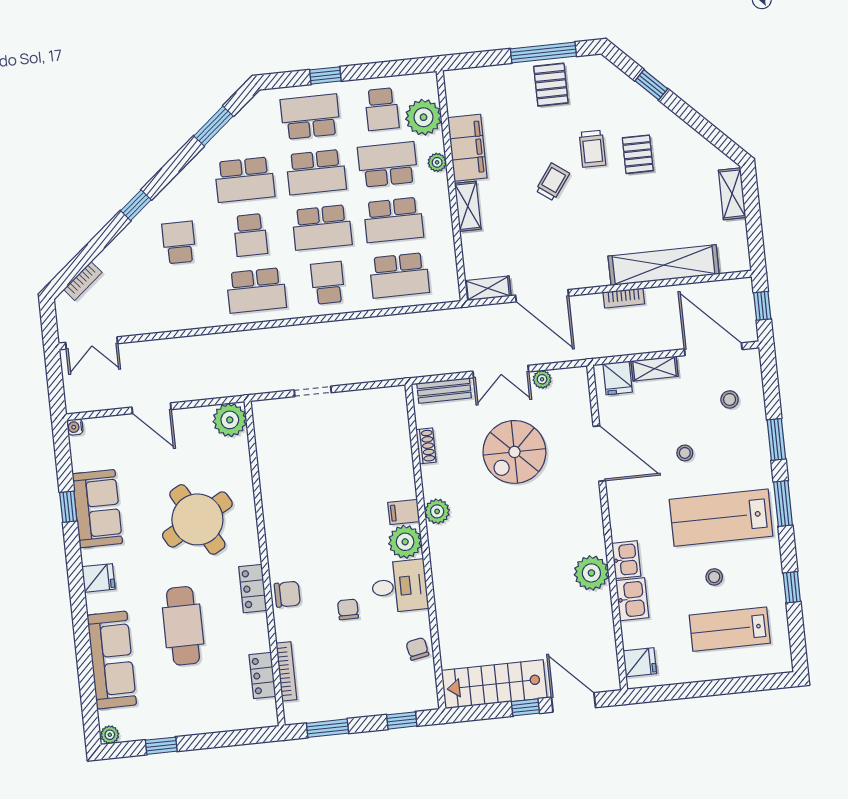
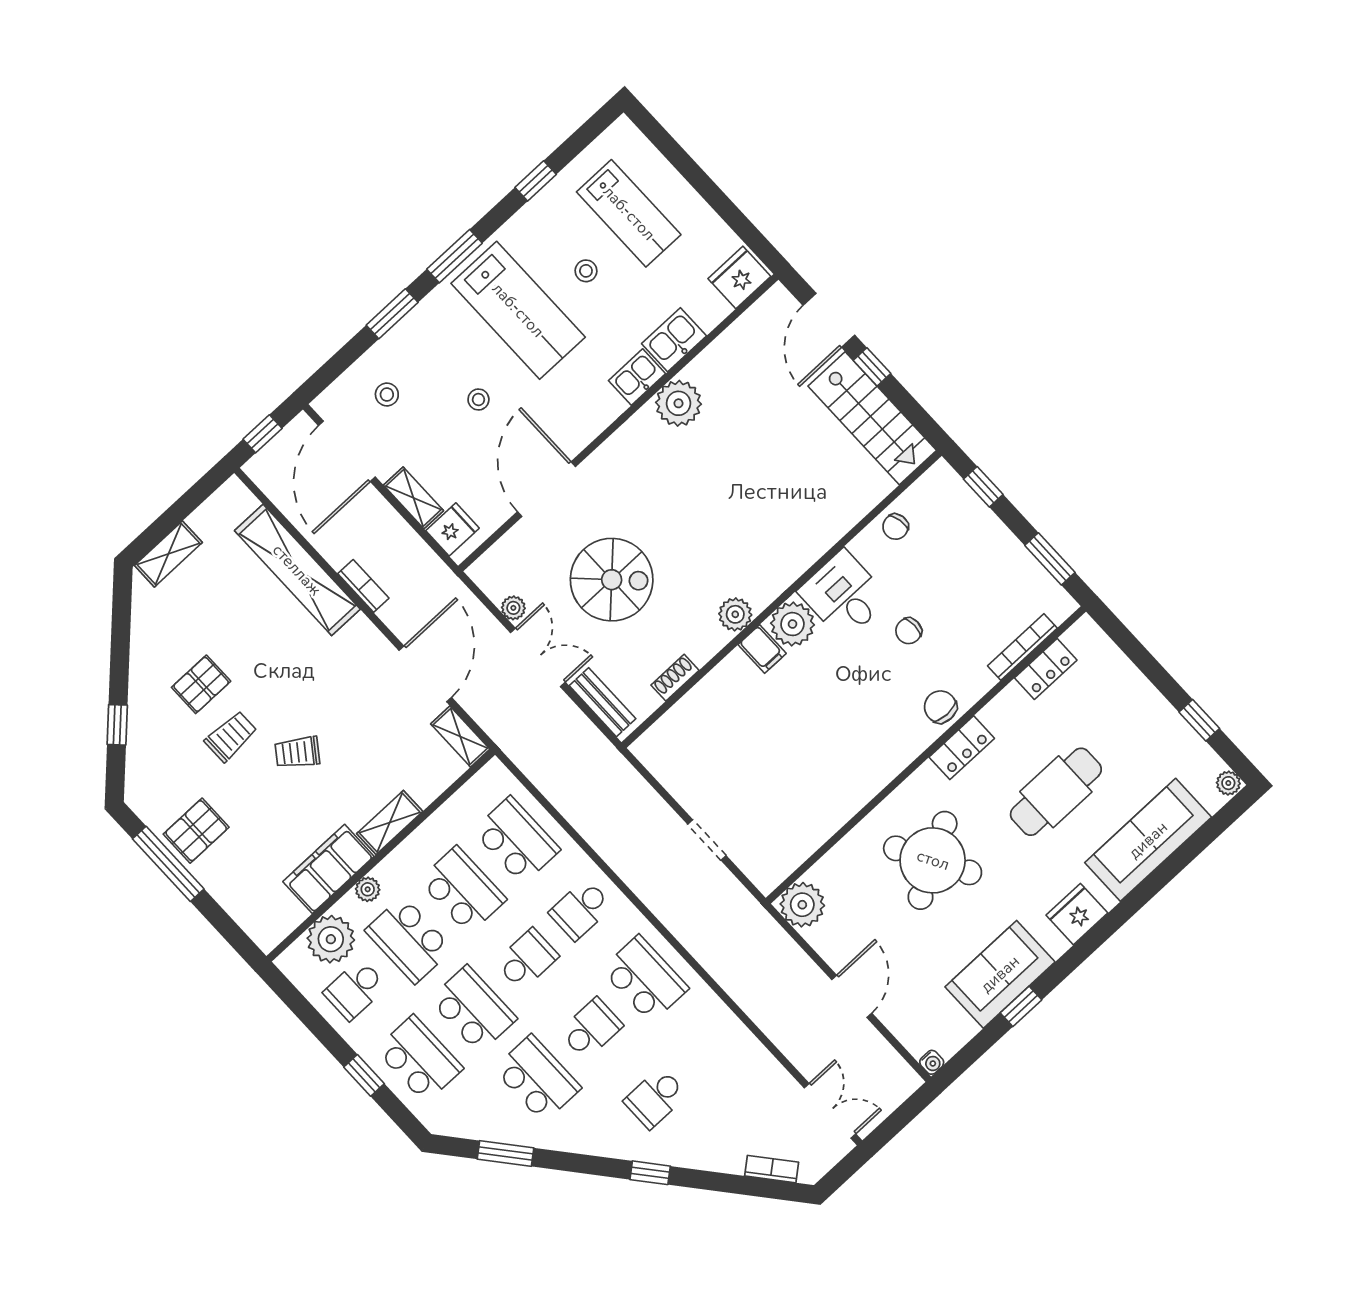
school desk: (382, 109) -> (355, 990), turned 180
school desk: (310, 117) -> (419, 1059), turned 180
school desk: (322, 227) -> (527, 959), width x0.54
fridge: (98, 578) -> (1077, 914), width x1.38
fridge: (640, 662) -> (739, 277), width x1.38

